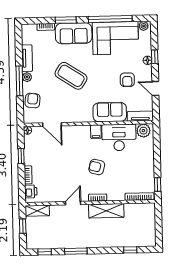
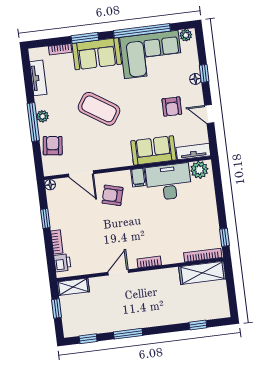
tv unit: (27, 58) -> (38, 78), moved
armchair: (97, 167) -> (113, 195), moved
shelving: (106, 211) -> (202, 273), moved

